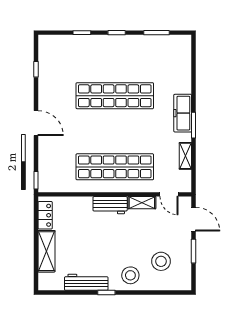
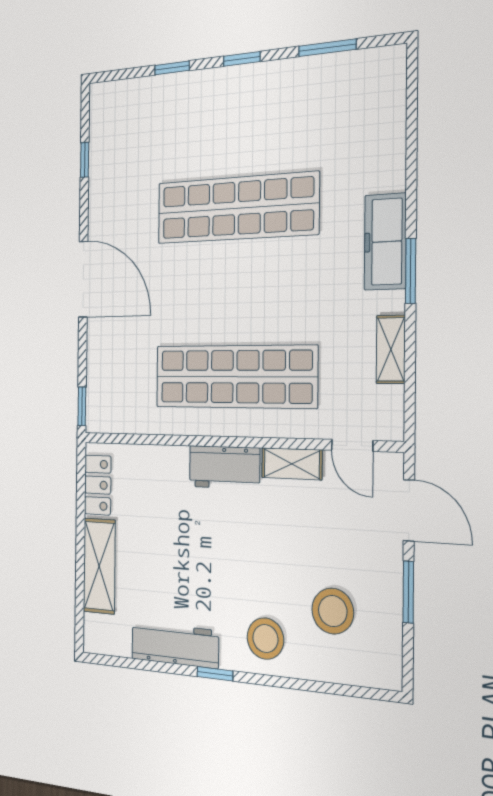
door: (36, 123) -> (83, 279), width x1.36

